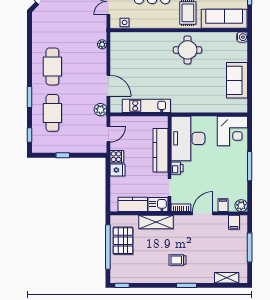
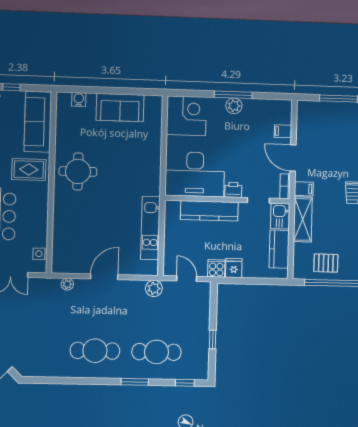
water cooler: (242, 37) -> (79, 99), moved
door: (108, 86) -> (104, 277), moved
plant: (241, 206) -> (234, 106), moved
filing cabinet: (234, 222) -> (304, 189), moved
pallet: (123, 241) -> (326, 263), width x0.67, depth x0.71

